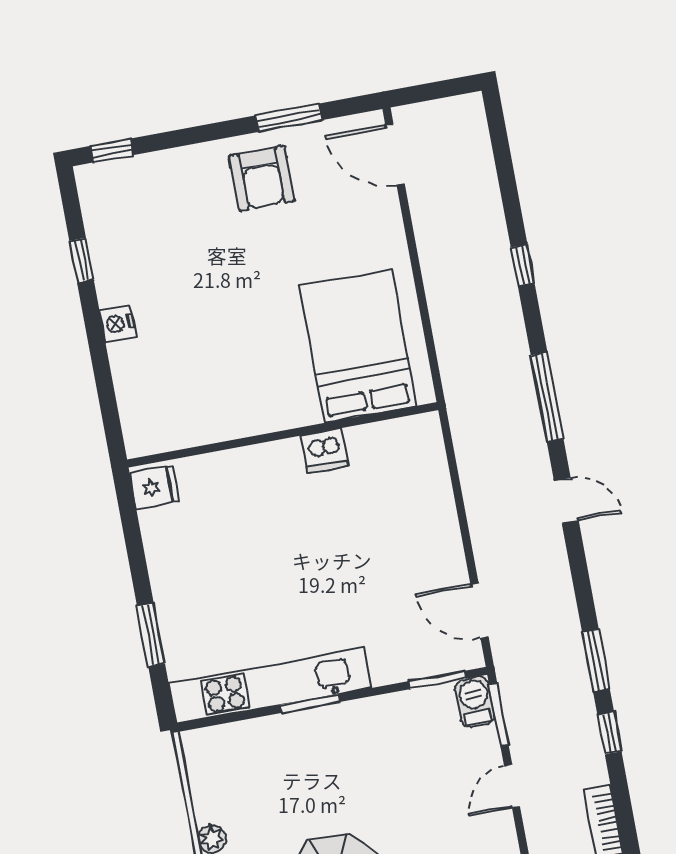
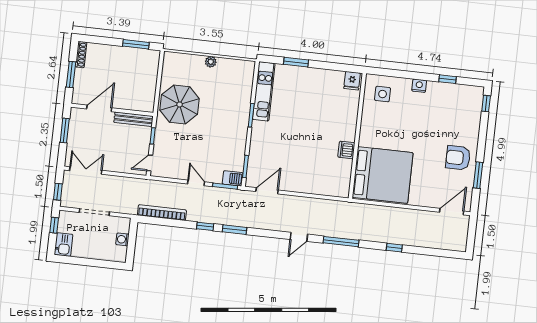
bed: (358, 346) -> (383, 175), width x1.36
side table: (164, 405) -> (383, 94), added
kitchen unit: (270, 686) -> (264, 91), width x0.73

